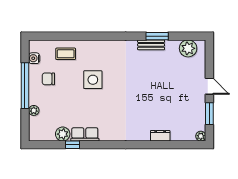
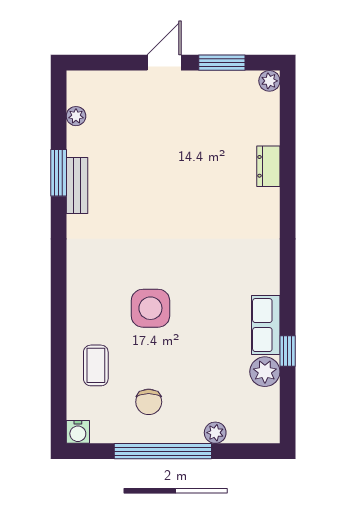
plant: (188, 48) -> (76, 116), width x0.53, depth x0.53
water cooler: (34, 58) -> (78, 432), moved

